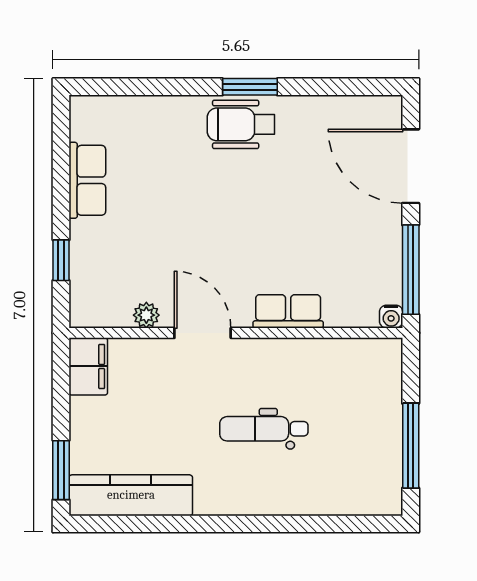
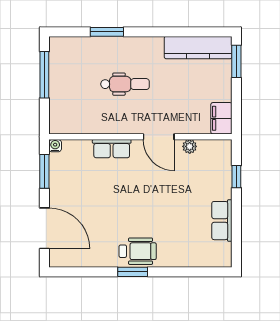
window: (411, 270) -> (44, 171), width x0.69
window: (297, 524) -> (107, 32), added

